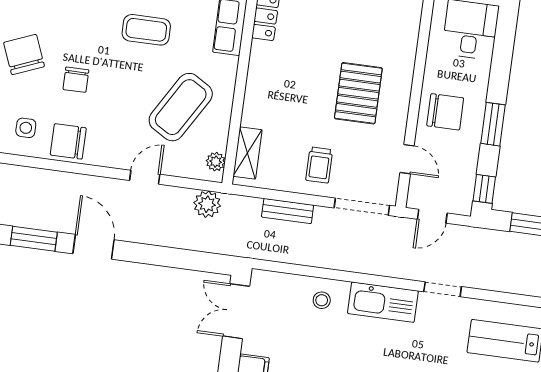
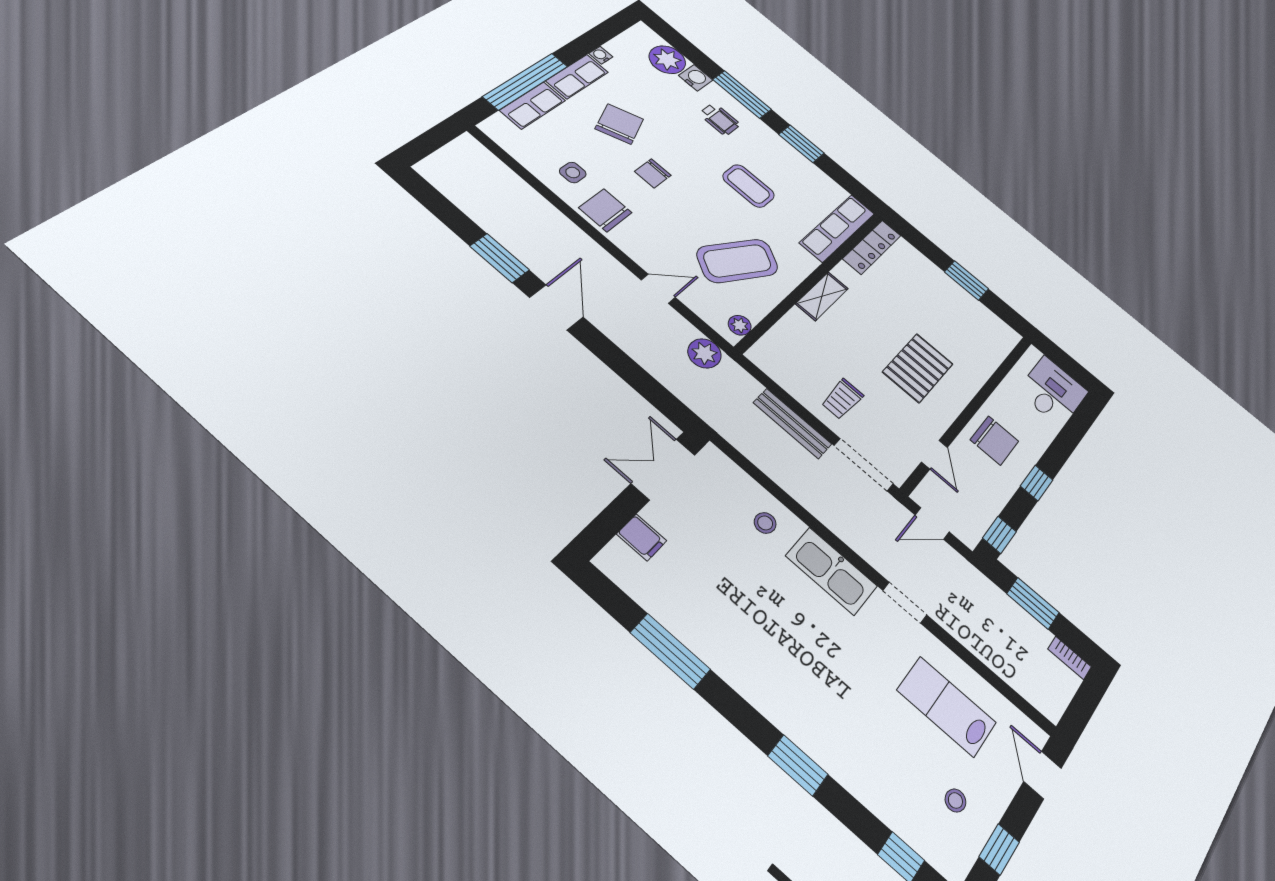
window: (493, 124) -> (1037, 483), width x0.67
shelving: (247, 153) -> (822, 296), moved
bench: (288, 211) -> (792, 423), width x1.36

